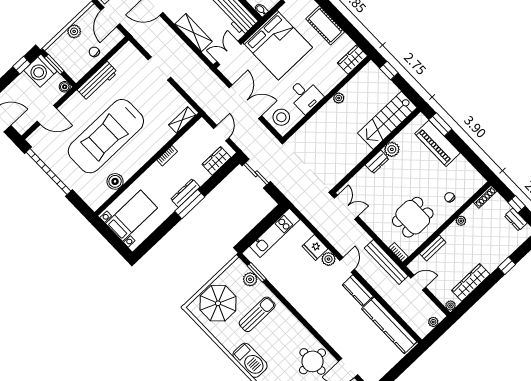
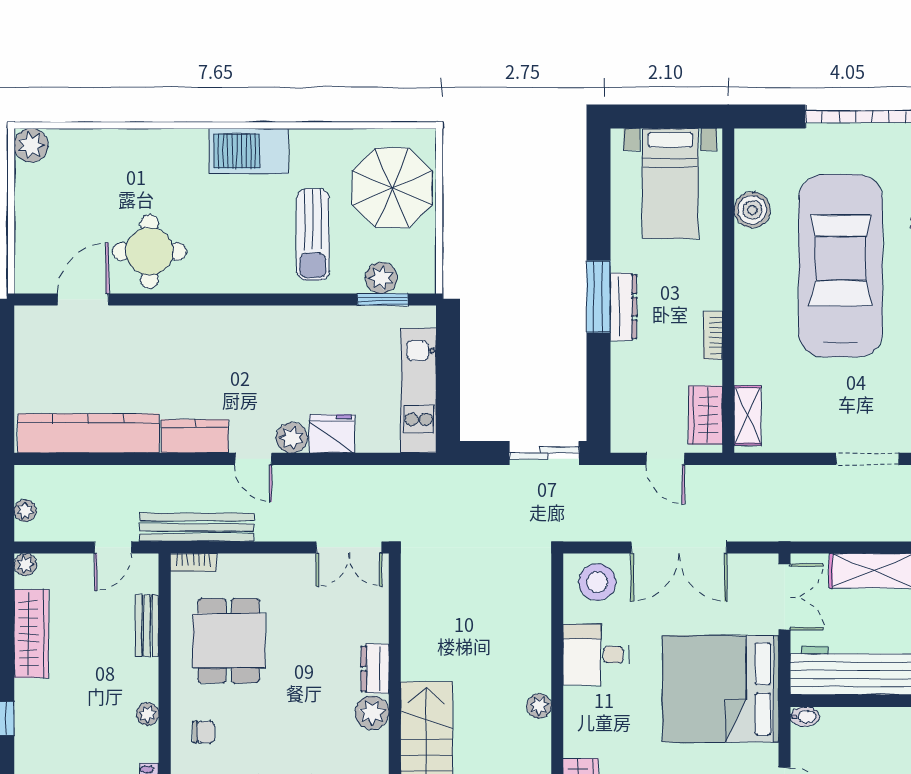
wardrobe: (216, 161) -> (705, 415), moved, turned 180

